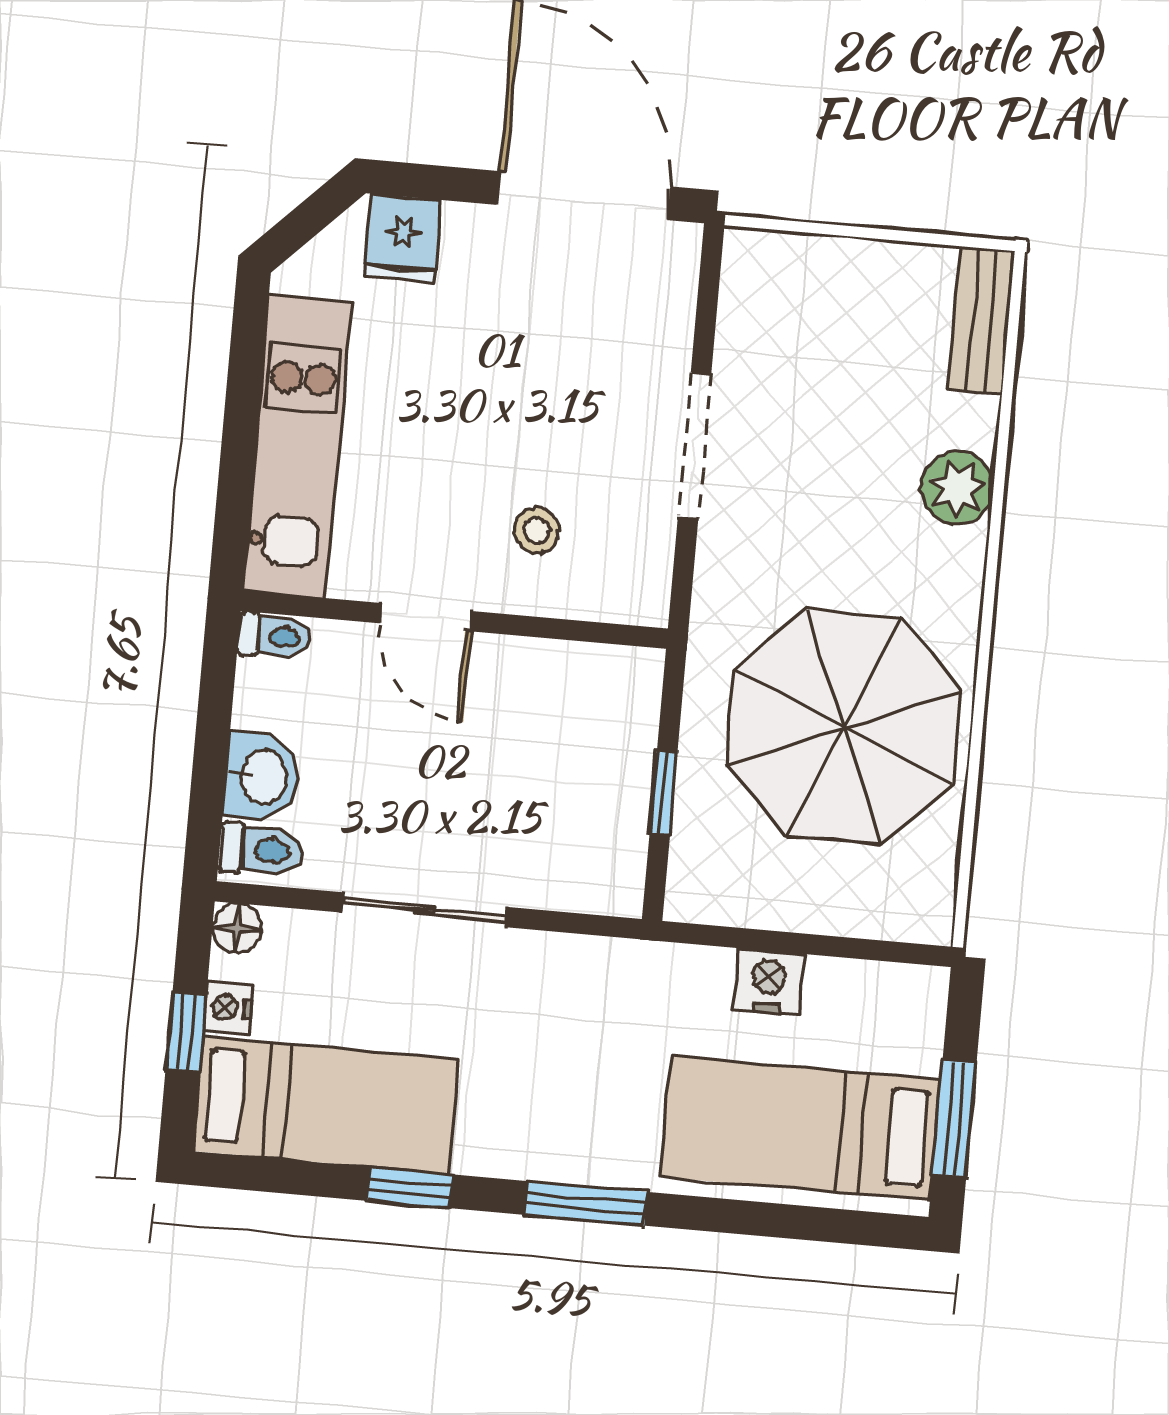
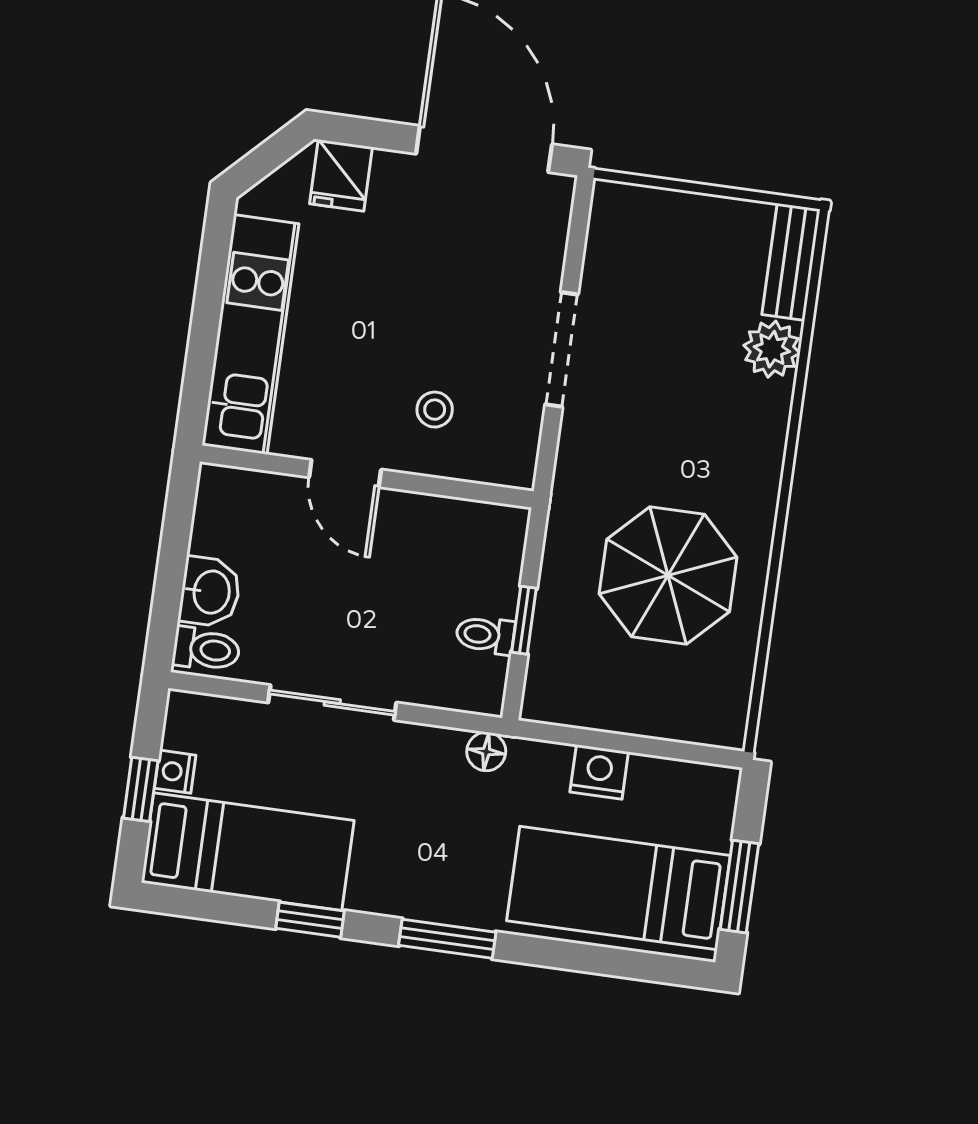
plant: (957, 488) -> (772, 349), moved
toilet: (275, 636) -> (485, 635), moved, turned 180
parasol: (844, 727) -> (668, 575), width x0.73, depth x0.73
floor lamp: (237, 928) -> (486, 752), moved

